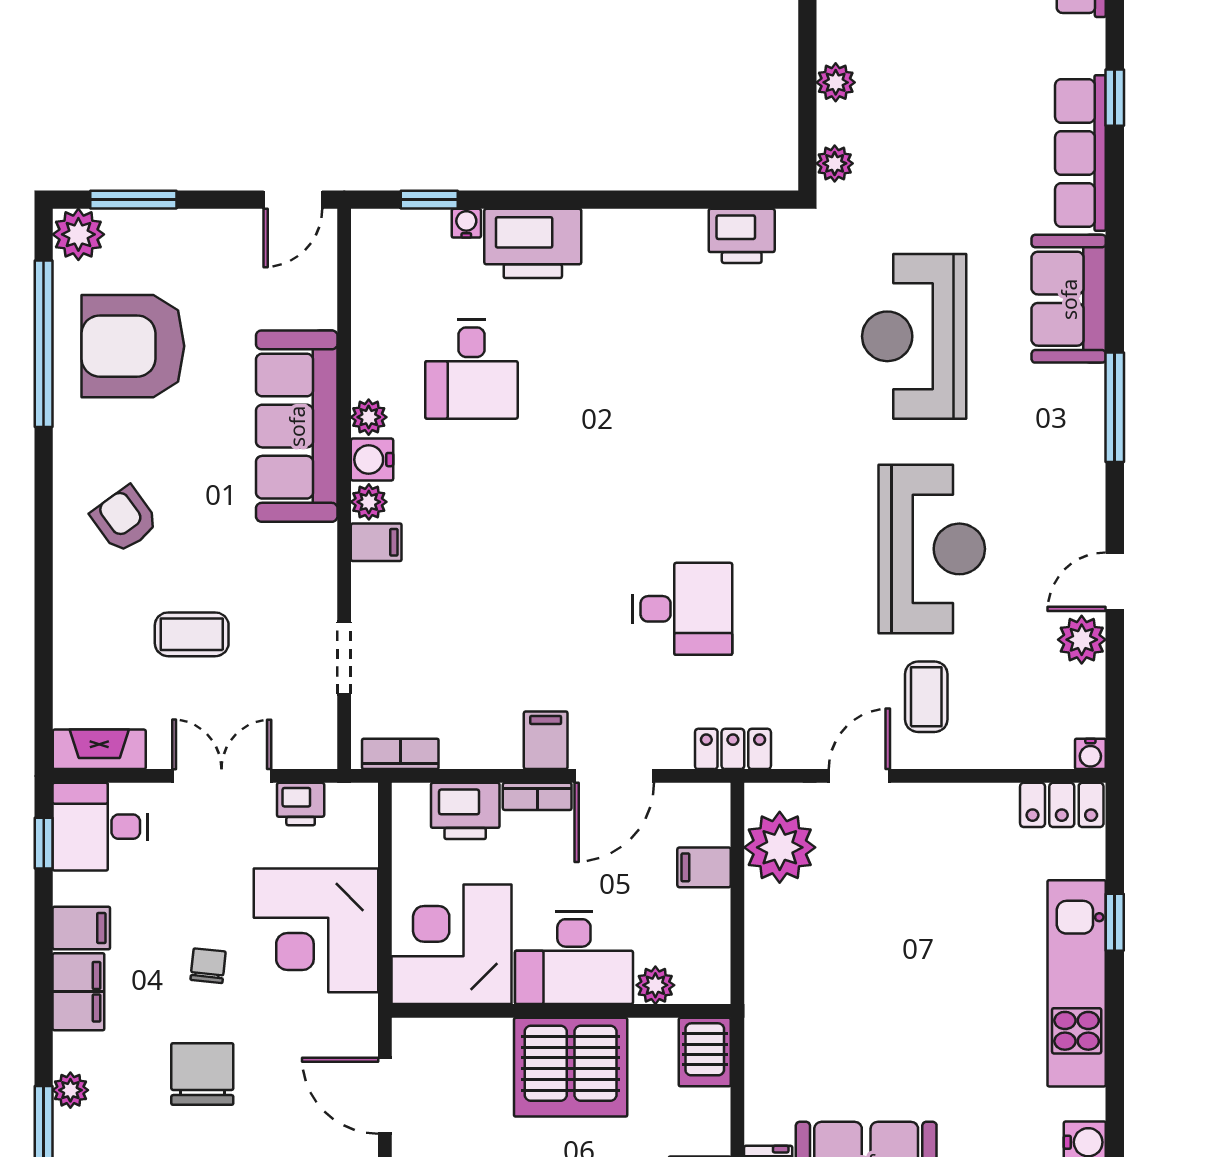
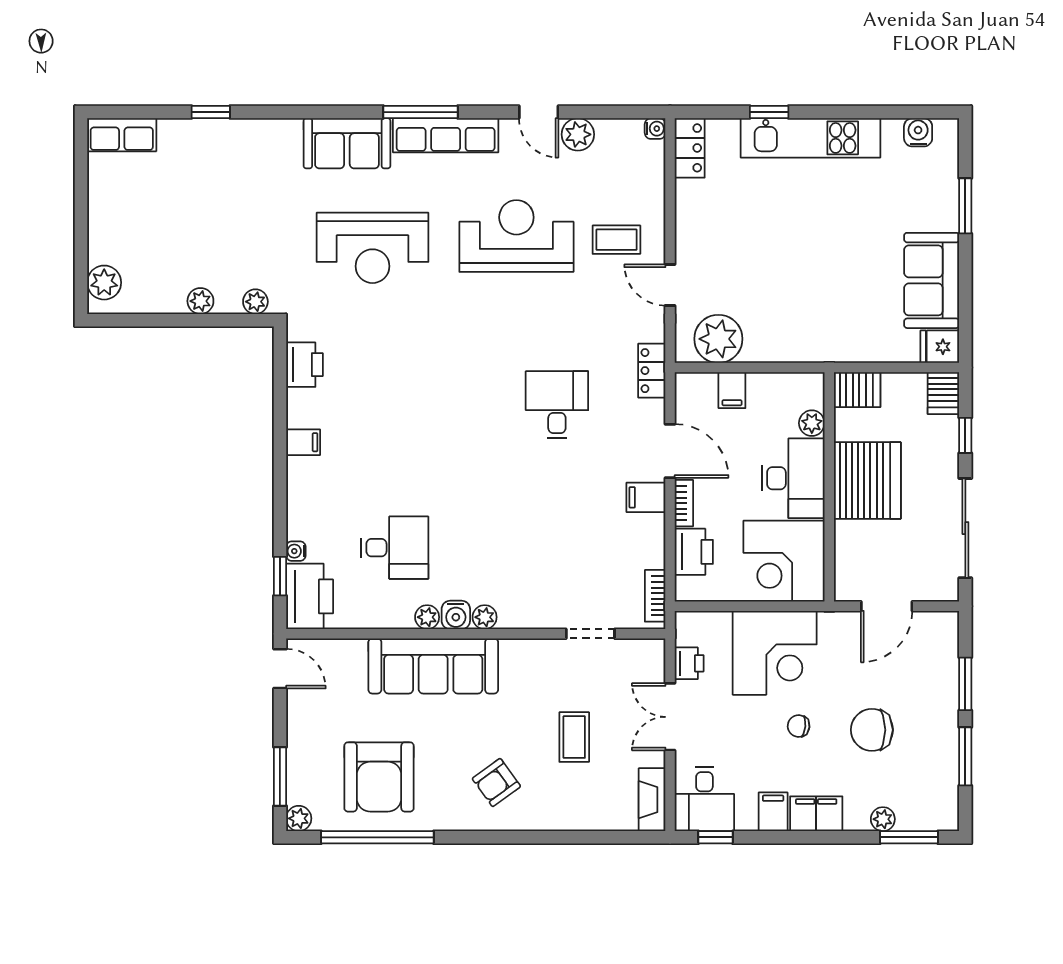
row of seats: (1080, 153) -> (446, 135), moved
plant: (78, 234) -> (299, 818), width x0.73, depth x0.73
printer: (533, 243) -> (310, 596), moved
filing cabinet: (376, 542) -> (303, 442), moved, turned 90

